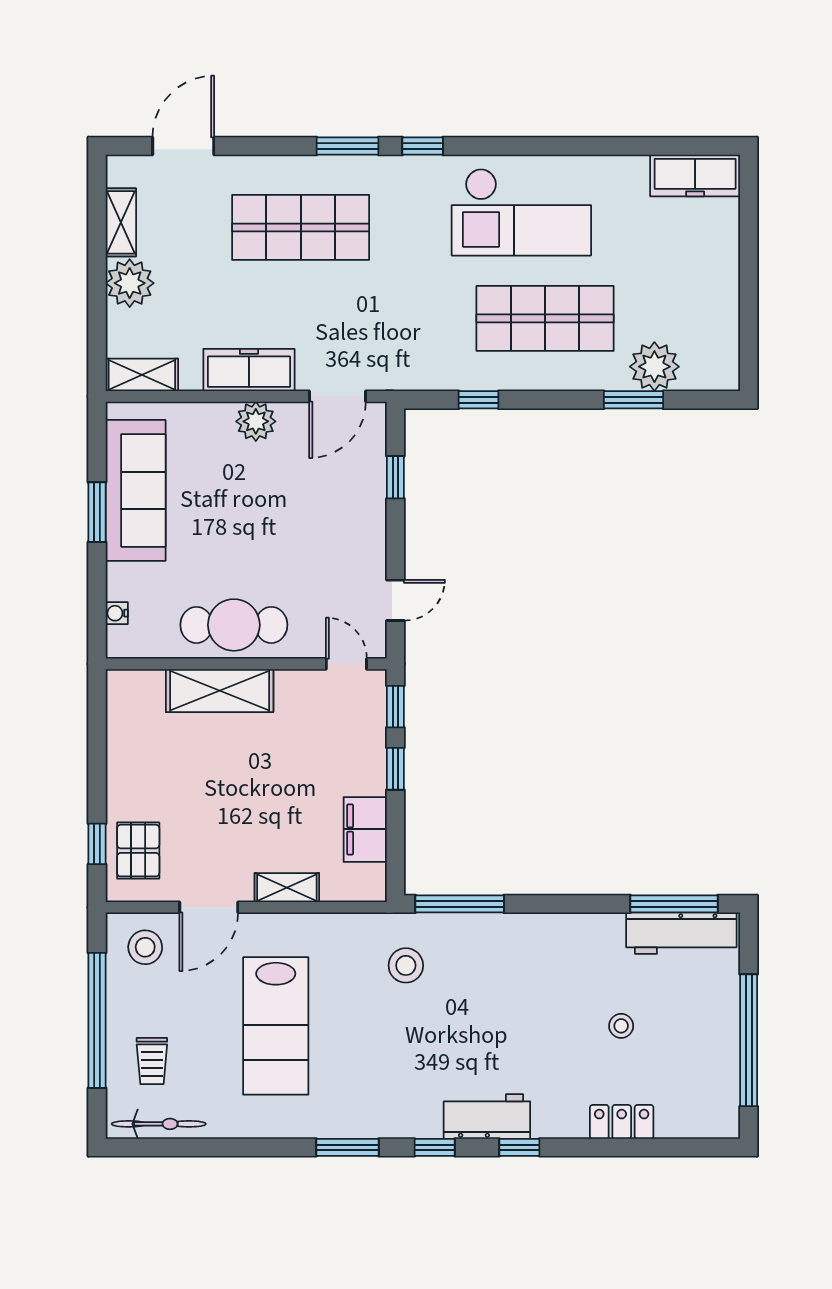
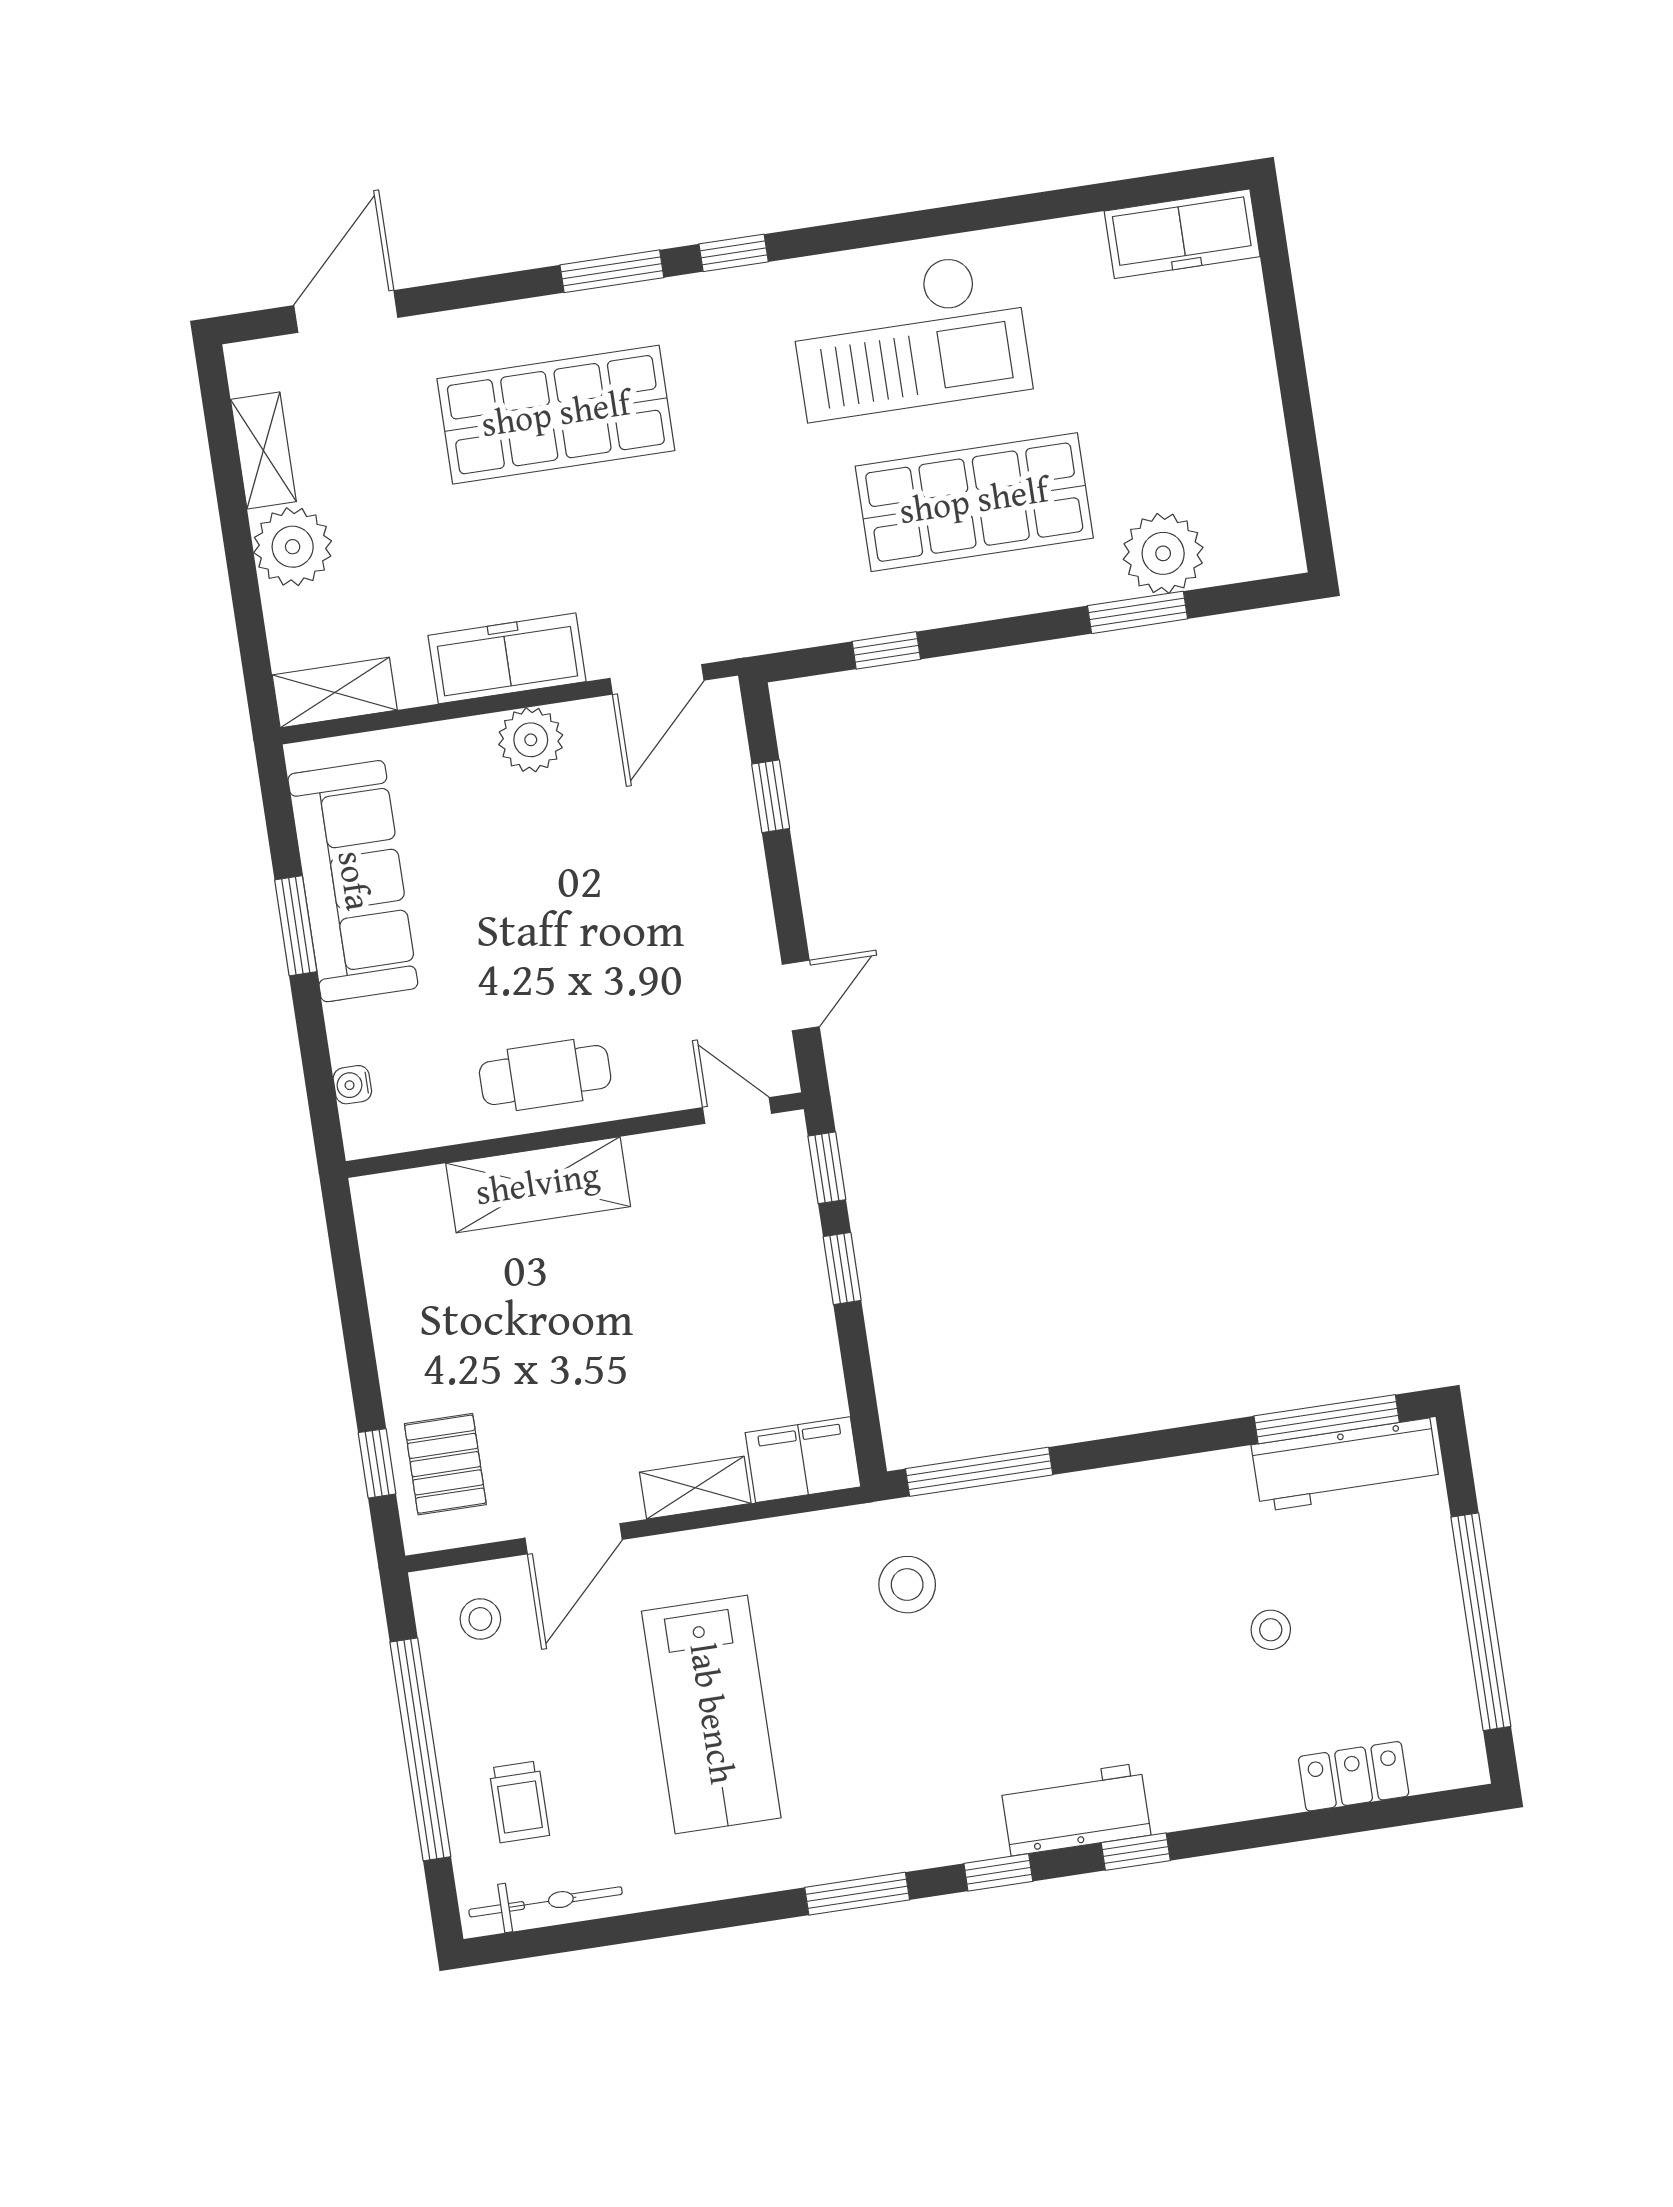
cafe table: (234, 625) -> (545, 1075), width x0.73, depth x0.74
filing cabinet: (365, 829) -> (803, 1460), moved, turned 90
stool: (145, 947) -> (480, 1619), width x0.73, depth x0.73
locker: (622, 1122) -> (1354, 1776), moved

